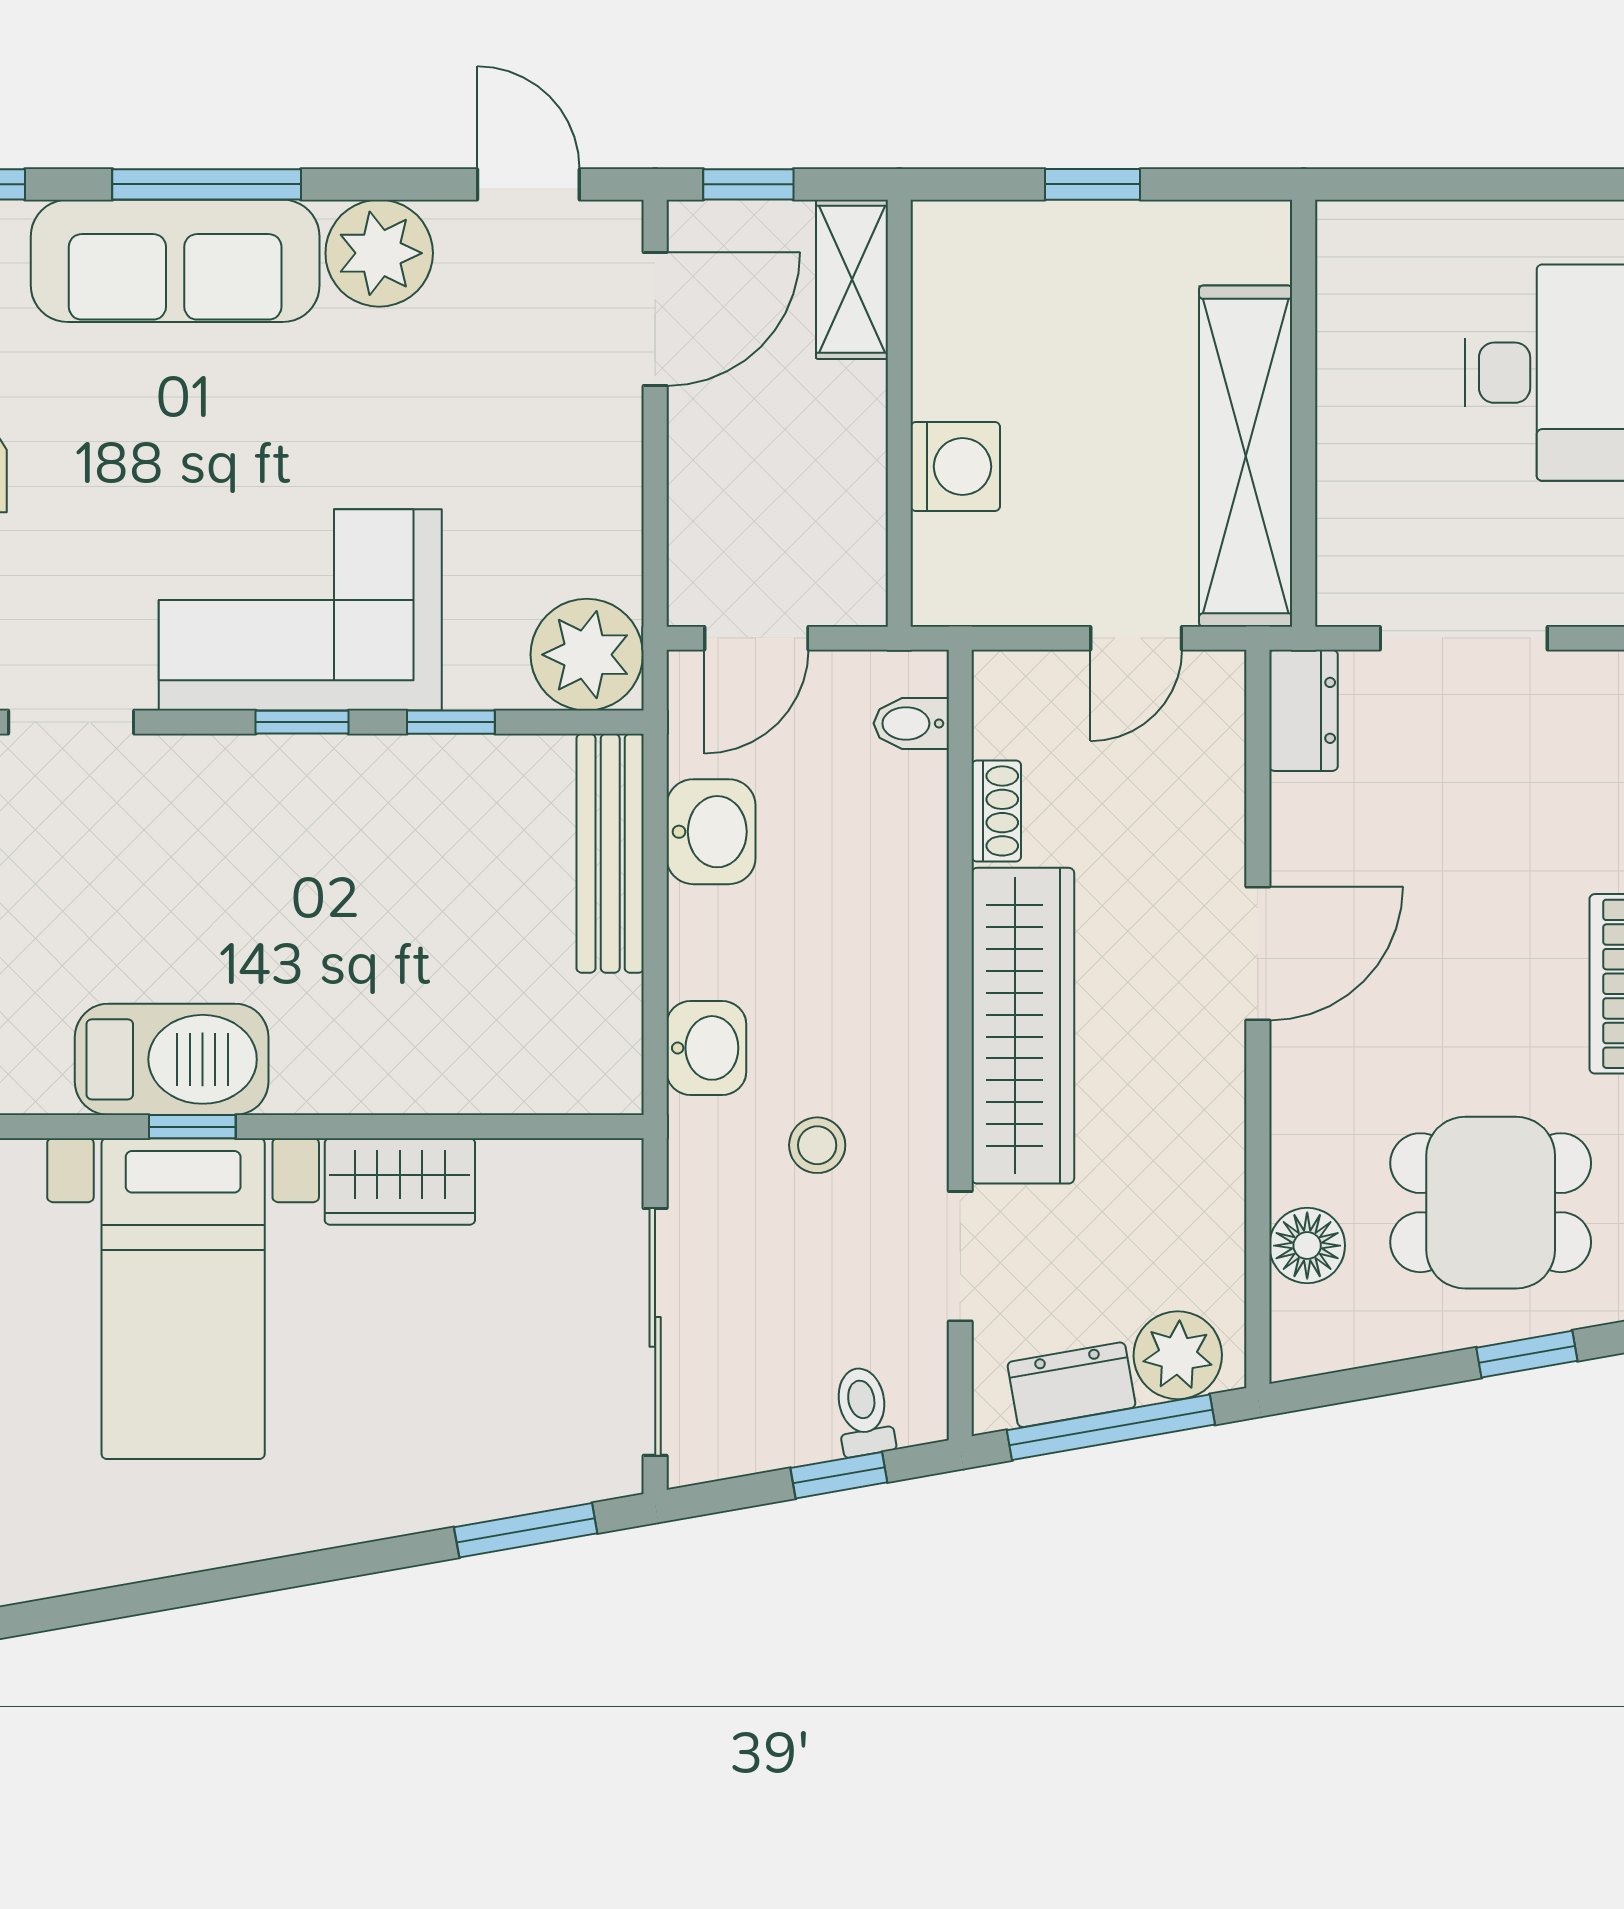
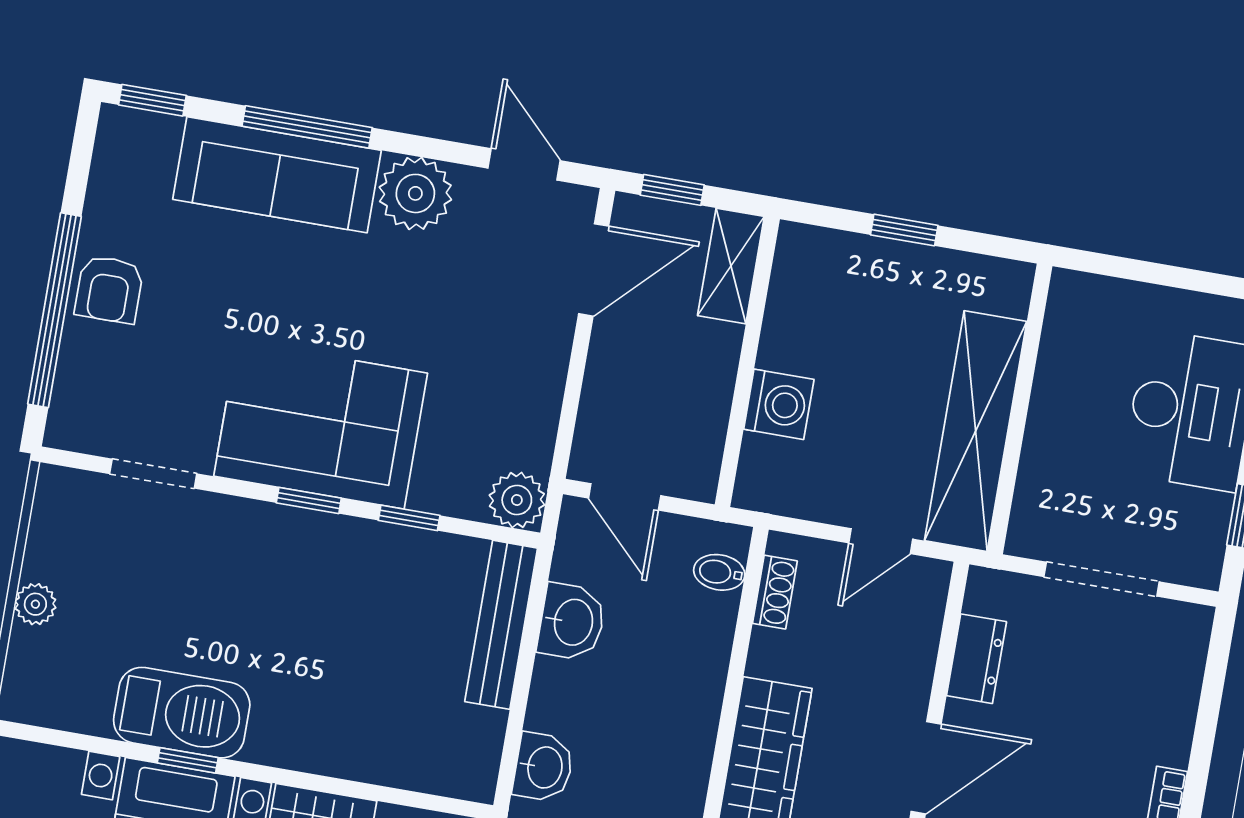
door: (756, 638) -> (625, 497), hinge flipped
plant: (587, 655) -> (517, 500), width x0.73, depth x0.73
dresser: (1303, 710) -> (977, 659), moved
shoe rack: (996, 811) -> (775, 592), moved

